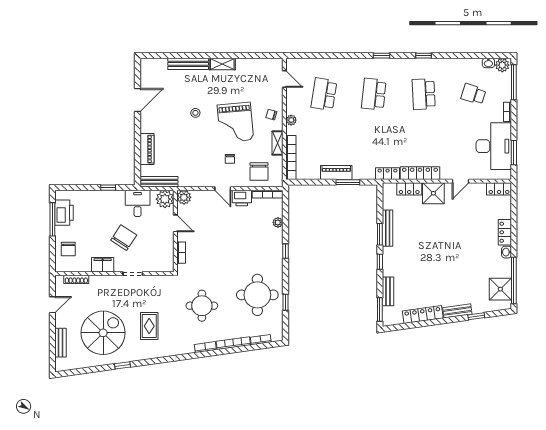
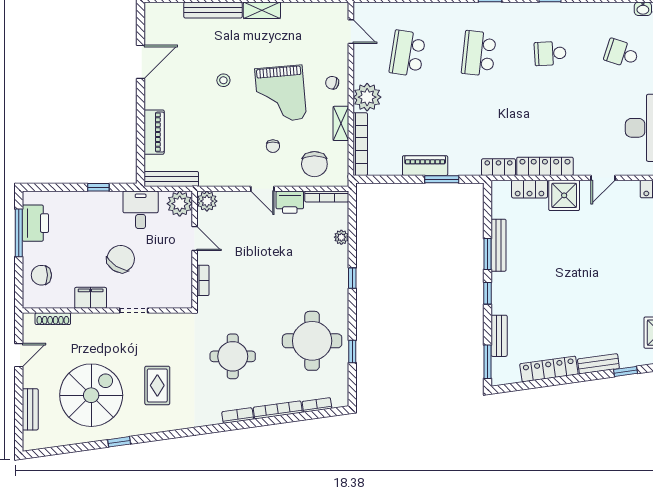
school desk: (424, 94) -> (550, 53), width x0.54
plant: (291, 120) -> (367, 97), width x1.88, depth x1.88
chair: (68, 249) -> (41, 275), turned 90

